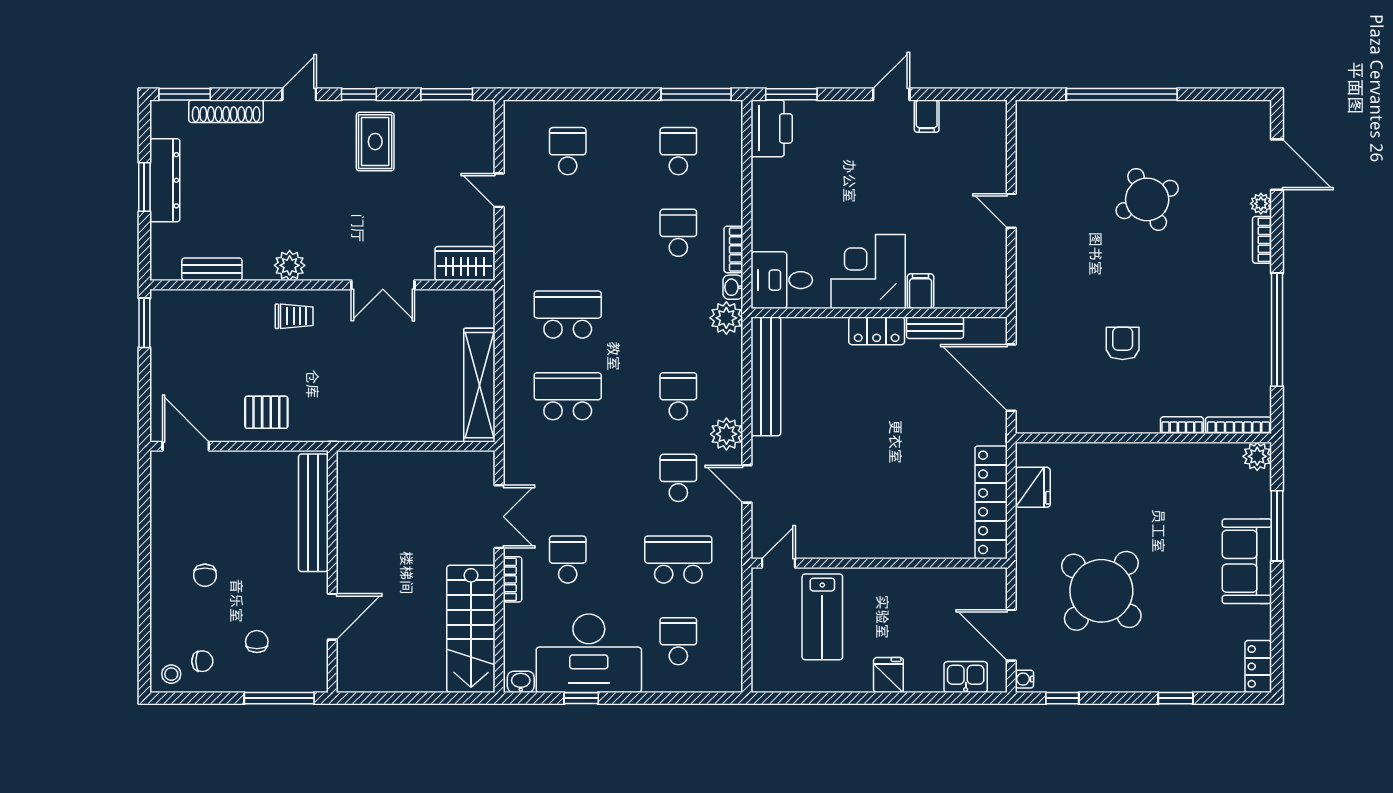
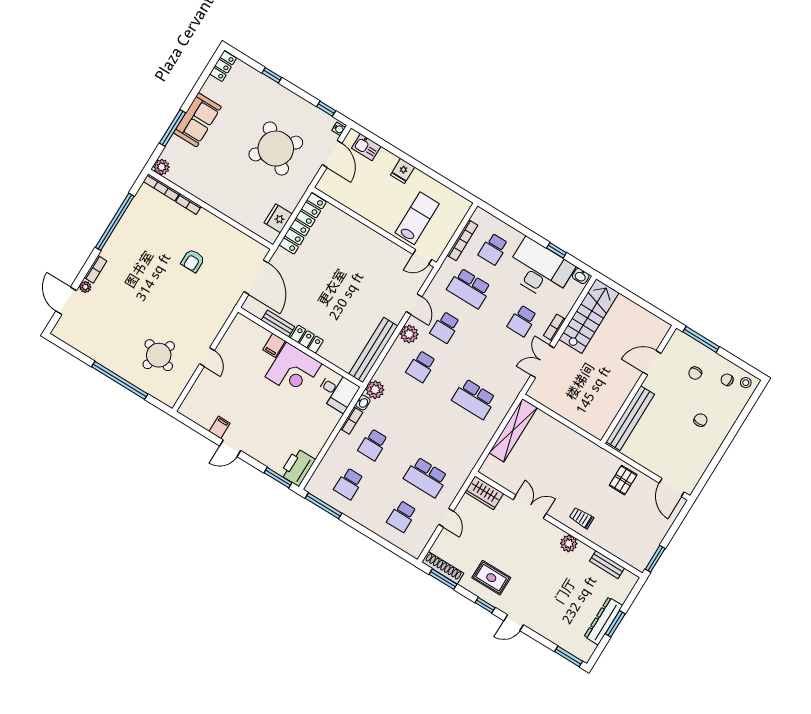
shoe rack: (226, 111) -> (443, 568), moved
rug: (375, 142) -> (491, 578), turned 90
round table: (1147, 199) -> (159, 355), moved, turned 45
school desk: (568, 314) -> (426, 477), moved
pallet: (266, 412) -> (623, 480), turned 90
bookcase: (733, 626) -> (462, 240), added

